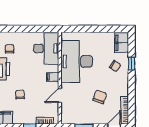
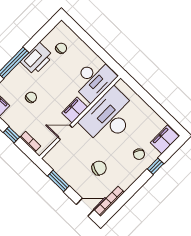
filing cabinet: (53, 77) -> (75, 110), width x2.00

